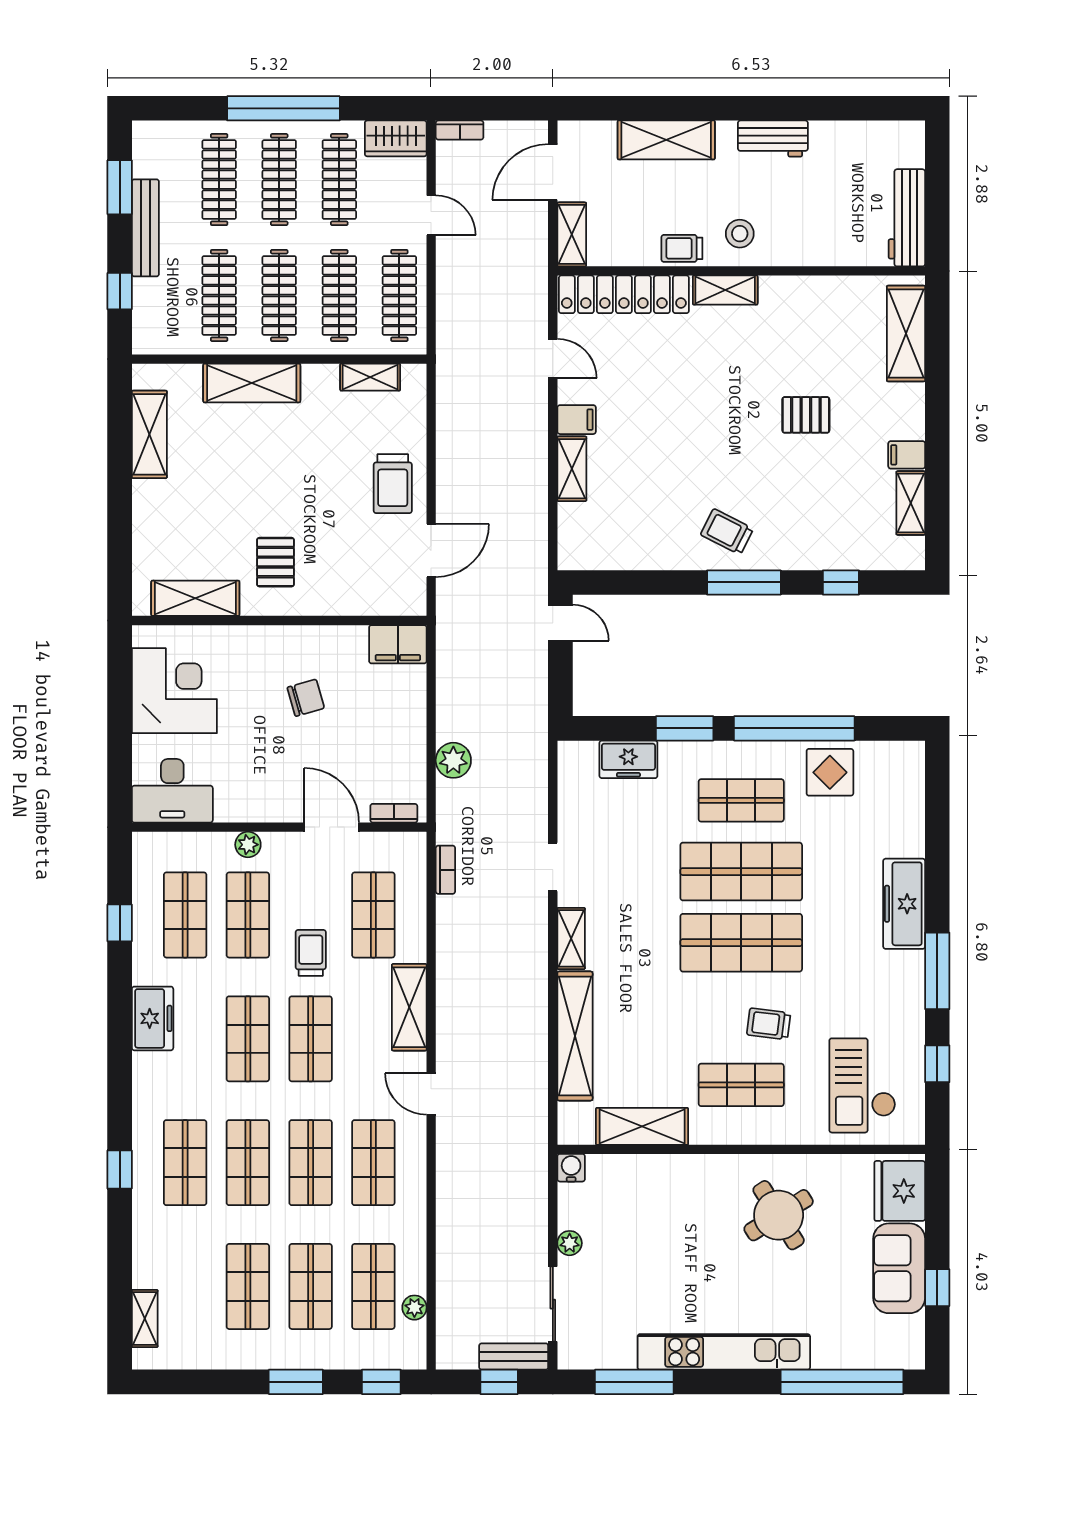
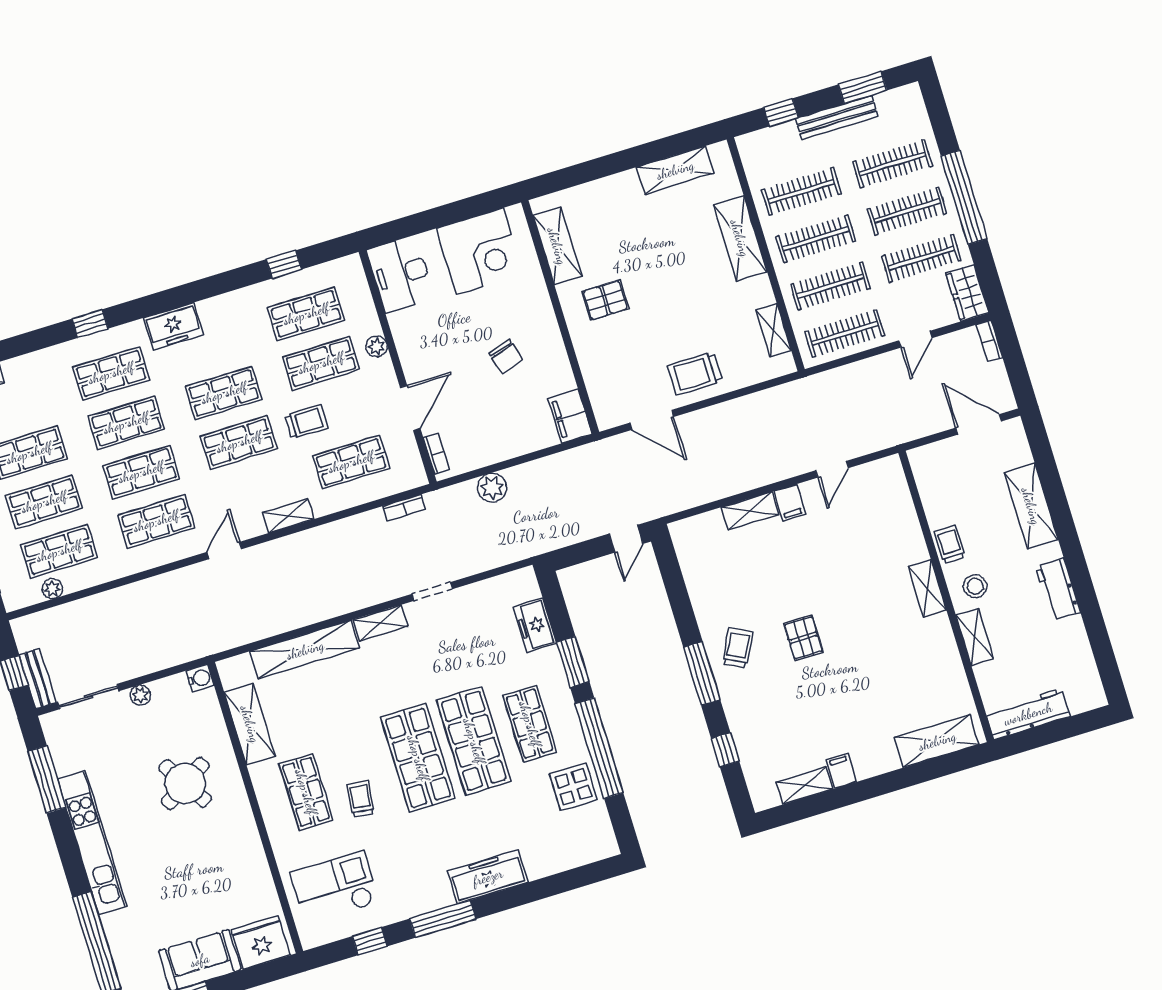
shelving: (572, 234) -> (975, 637), moved, turned 90
locker: (624, 294) -> (900, 510), removed
pallet: (806, 415) -> (803, 638), moved
shelving: (409, 1007) -> (288, 516), width x0.67, depth x0.75
freezer: (153, 1018) -> (174, 326), moved
round table: (779, 1215) -> (185, 783), moved

